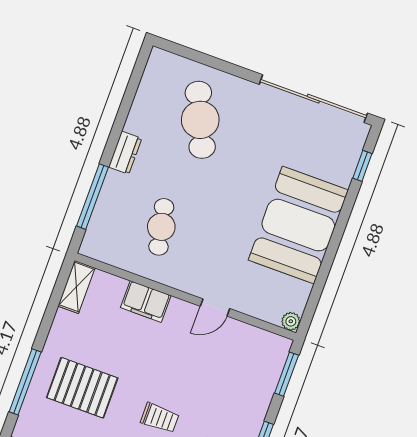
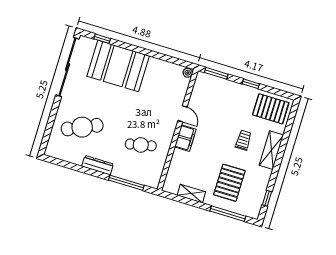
dresser: (125, 153) -> (98, 165), width x1.44
booth: (298, 225) -> (118, 66), moved
shelving: (76, 287) -> (191, 194), moved
filing cabinet: (146, 302) -> (185, 138), moved

